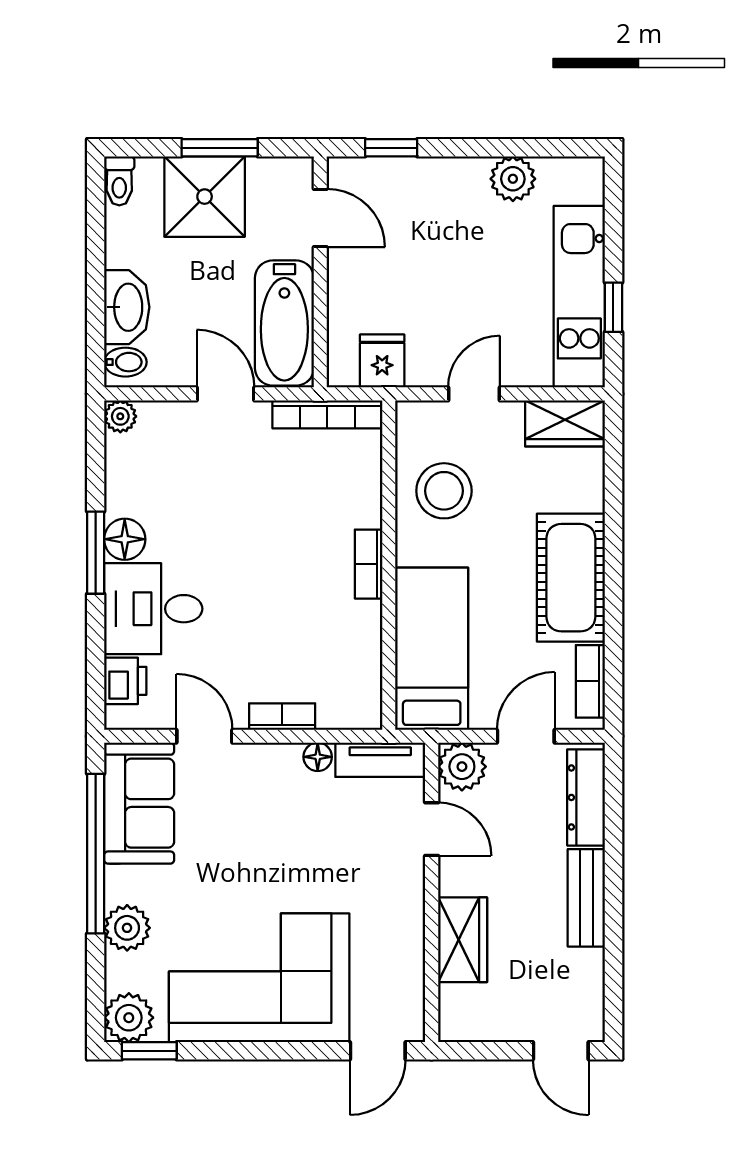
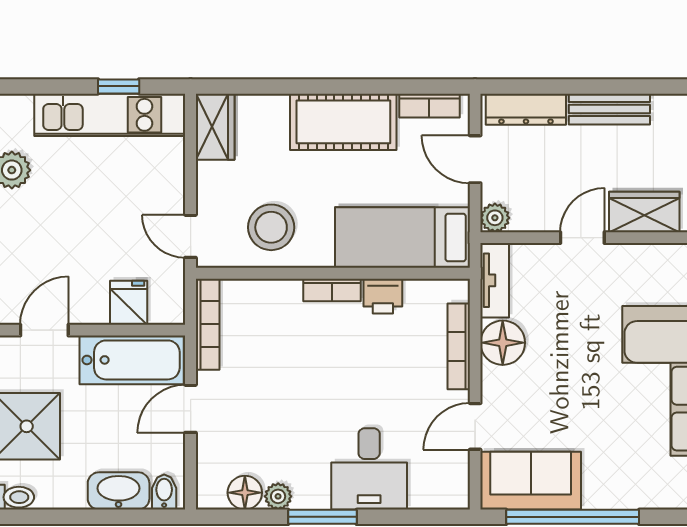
fridge: (382, 361) -> (129, 303), moved, turned 90
door: (474, 394) -> (191, 236), moved
plant: (120, 416) -> (278, 496), moved
floor lamp: (125, 539) -> (245, 493), moved
printer: (125, 681) -> (383, 296), moved, turned 180
bookcase: (282, 717) -> (459, 346), width x1.56
floor lamp: (318, 757) -> (503, 343), width x1.89, depth x1.89
plant: (462, 767) -> (495, 218), width x0.73, depth x0.73
door: (432, 829) -> (582, 238), moved
plant: (127, 928) -> (634, 491), removed

